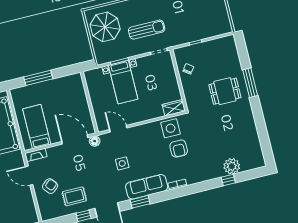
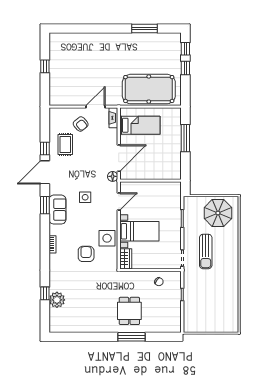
bed with nightstands: (123, 82) -> (139, 231), moved, turned 180
side table: (171, 128) -> (107, 238), moved
armchair: (179, 149) -> (86, 254), turned 90
sofa: (147, 187) -> (57, 210), width x0.73

